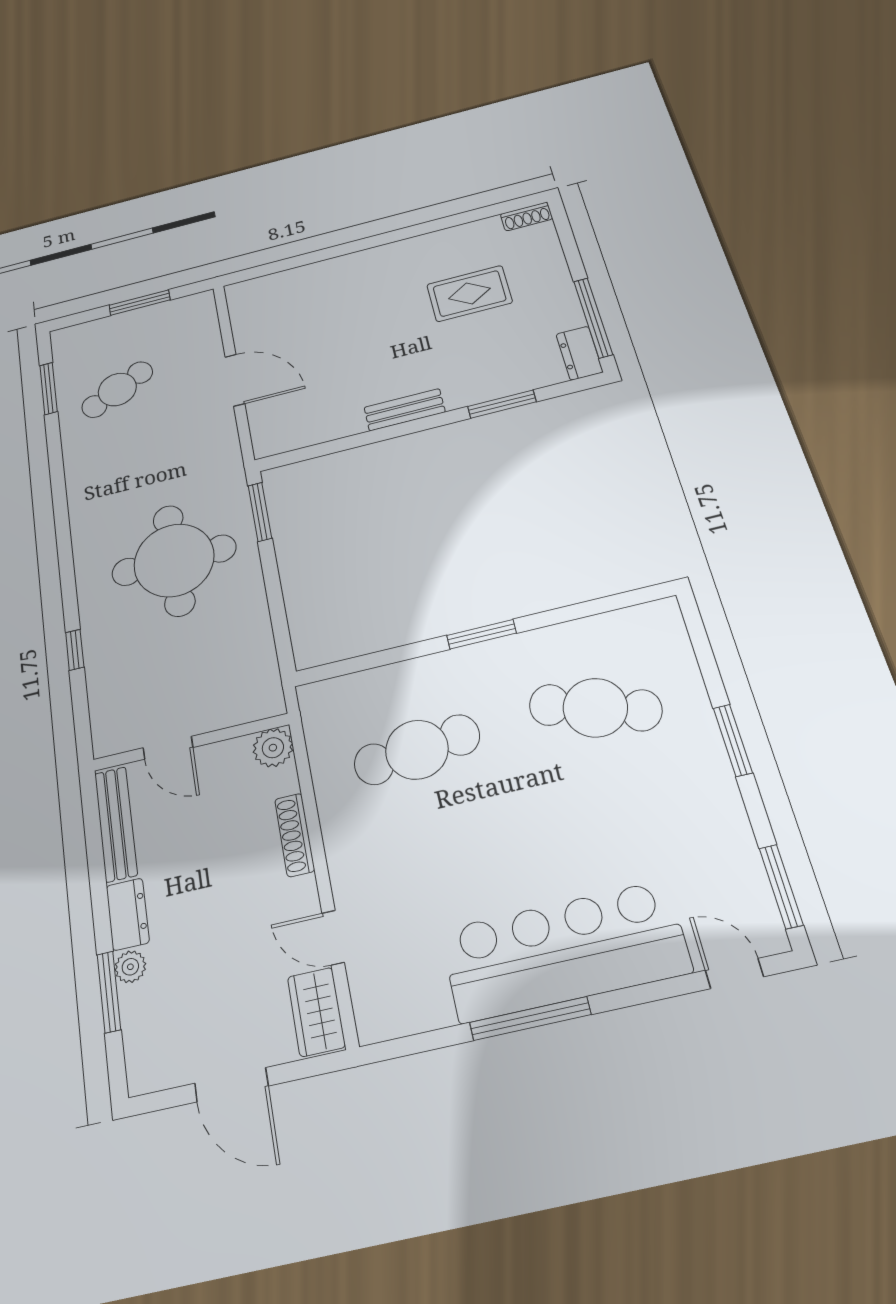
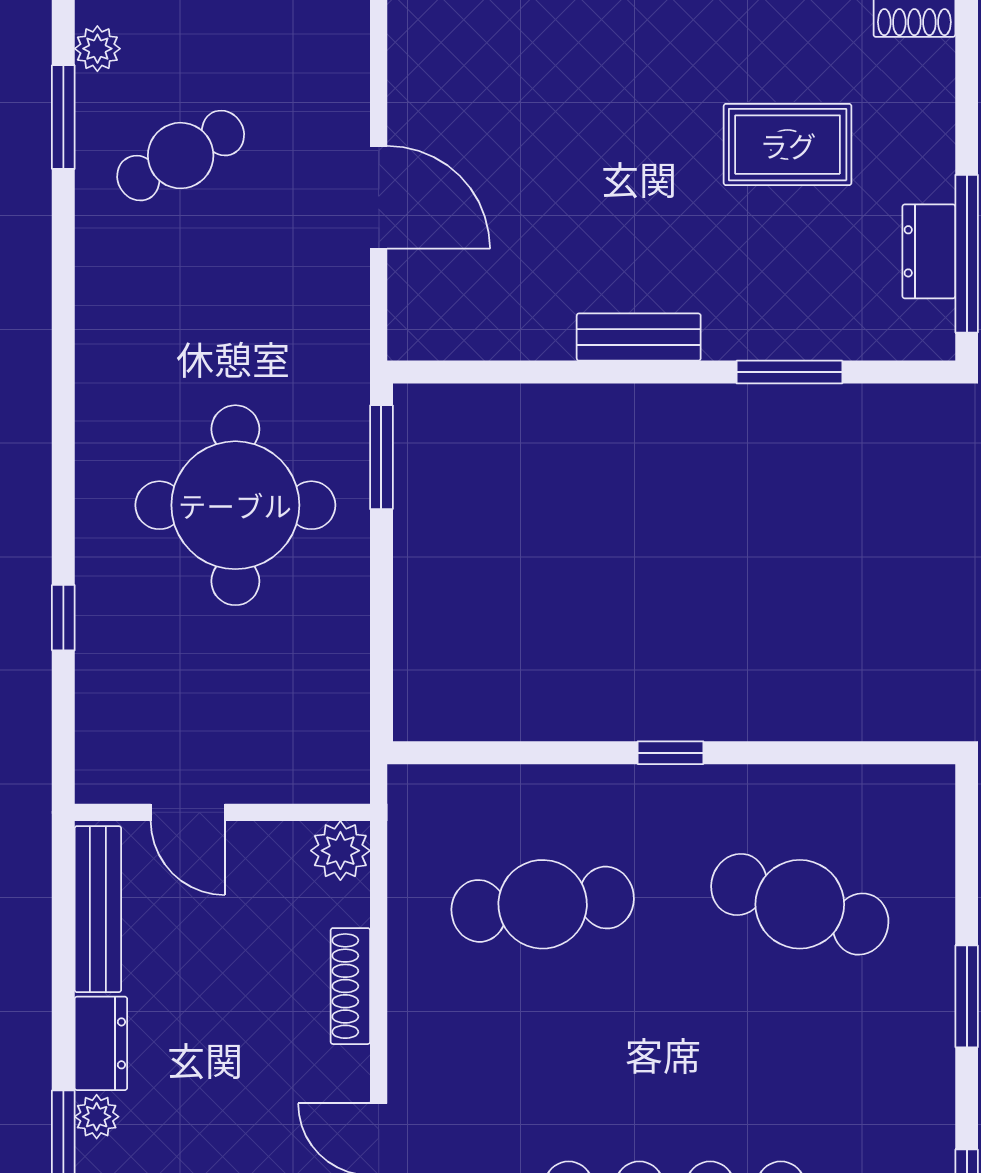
plant: (64, 352) -> (97, 49), added
dresser: (579, 353) -> (929, 251), moved
window: (481, 634) -> (670, 753), width x0.67

